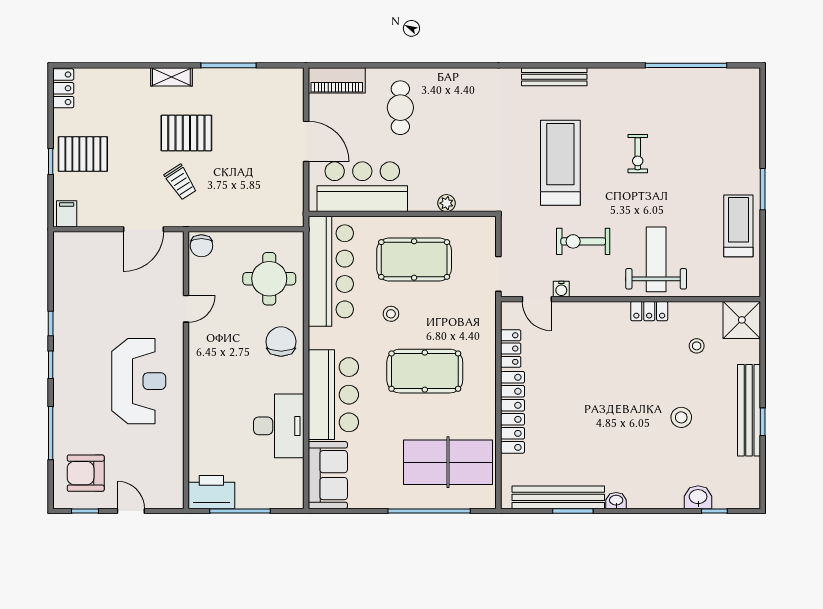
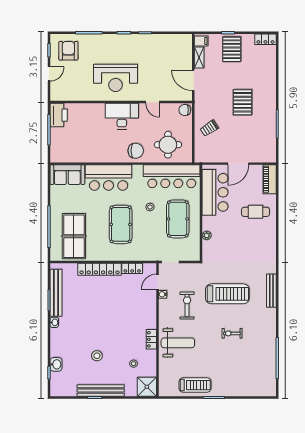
shelving: (171, 77) -> (199, 57), moved
trolley: (181, 182) -> (209, 128), moved
desk: (279, 426) -> (122, 116), moved, turned 180

